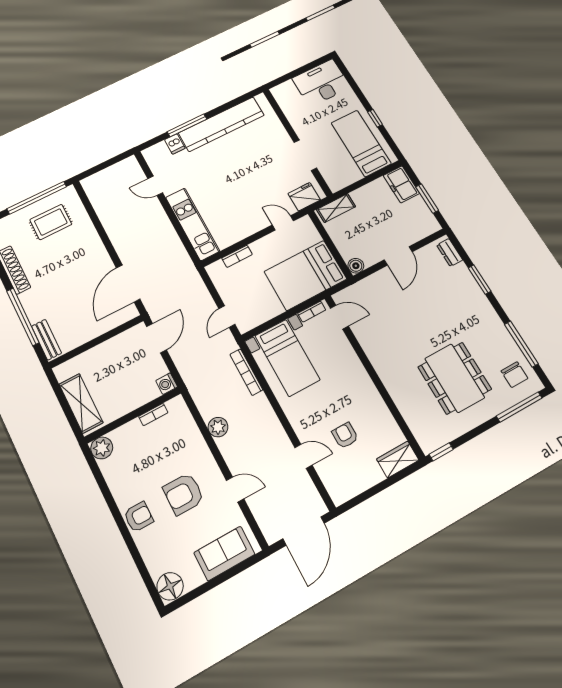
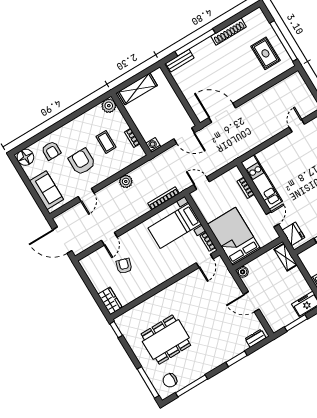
kitchen unit: (192, 224) -> (262, 182), moved, turned -90
armchair: (345, 436) -> (124, 266), turned -73
coffee table: (156, 455) -> (106, 142), added
armchair: (138, 517) -> (51, 151), moved

